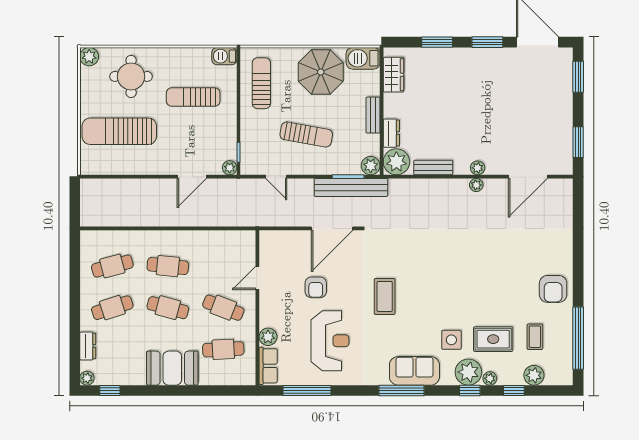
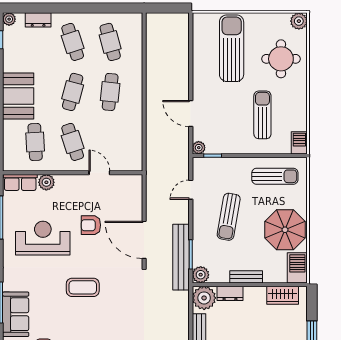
cafe table: (223, 308) -> (73, 142), turned -39
reception desk: (330, 341) -> (43, 238), turned 180

